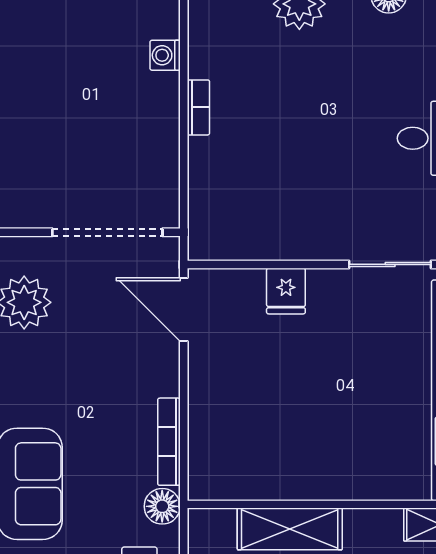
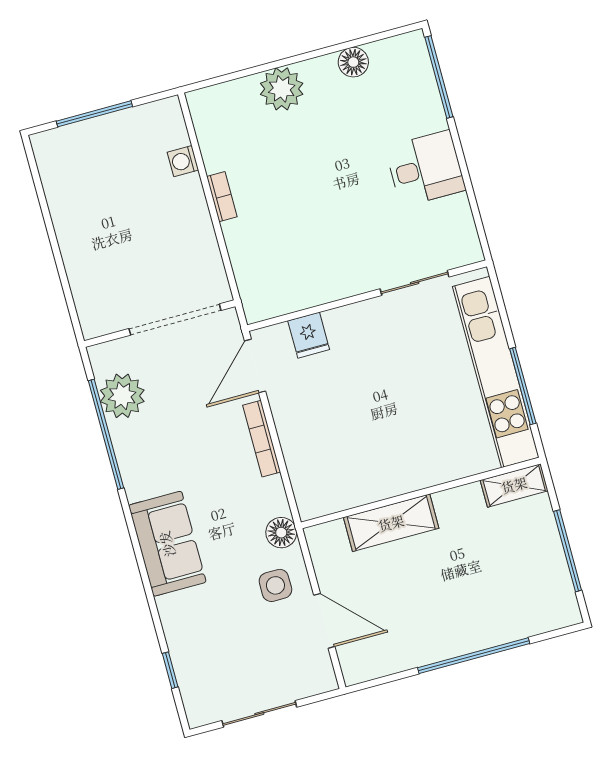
fridge: (286, 291) -> (309, 335), moved
door: (184, 310) -> (255, 366), hinge flipped
bookcase: (169, 442) -> (262, 439), moved

